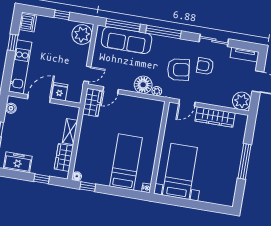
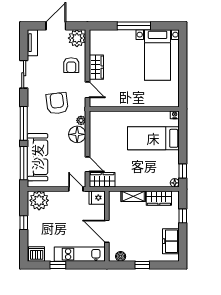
armchair: (205, 66) -> (71, 65), moved
fridge: (60, 92) -> (97, 198), moved
wardrobe: (215, 117) -> (96, 67), width x0.67
bed with nightstands: (180, 171) -> (158, 55), moved, turned -90

